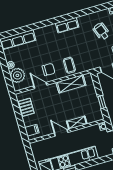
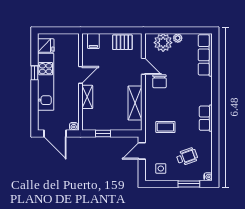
coffee table: (69, 65) -> (165, 127), moved
door: (40, 85) -> (143, 66), hinge flipped

